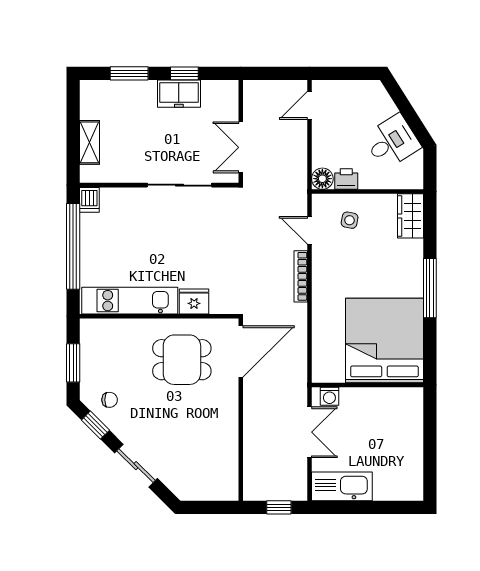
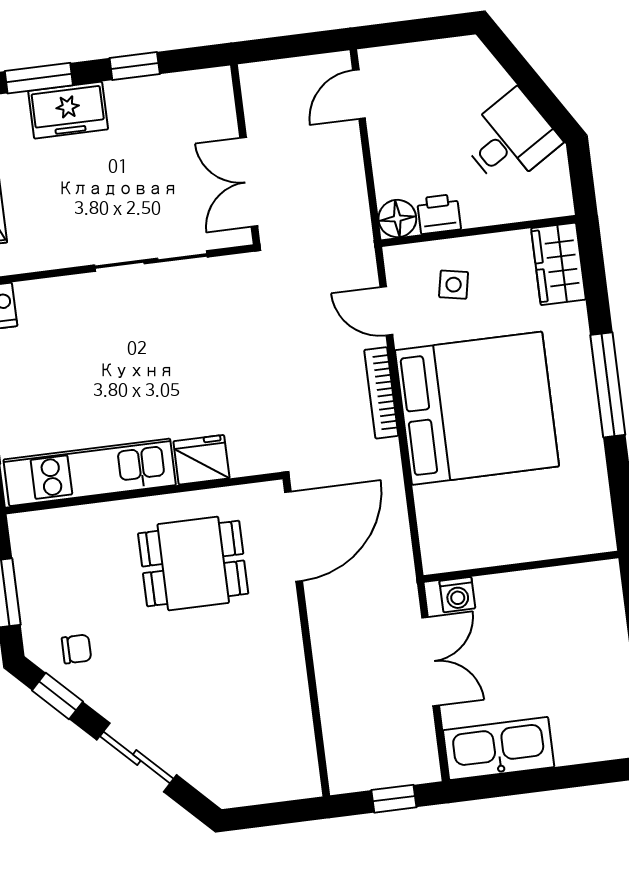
freezer: (179, 94) -> (68, 110), moved
bed: (384, 341) -> (477, 408), moved, turned 90

